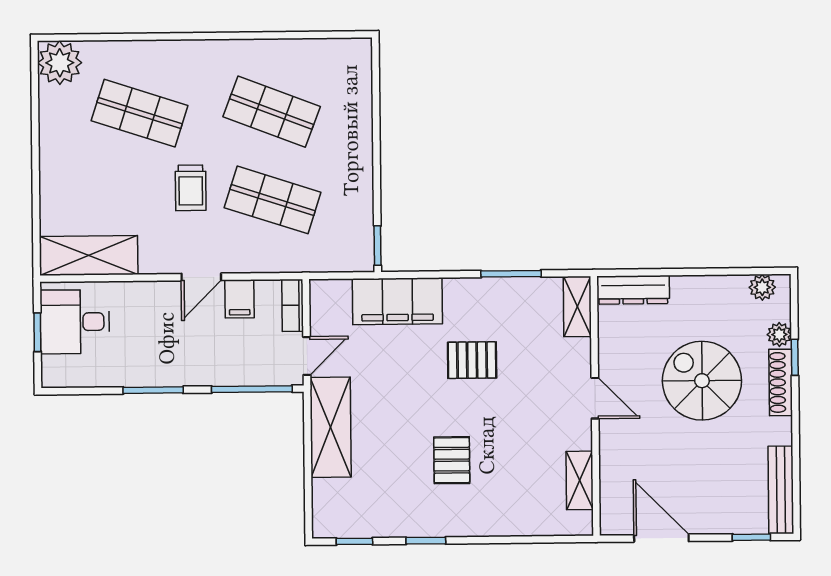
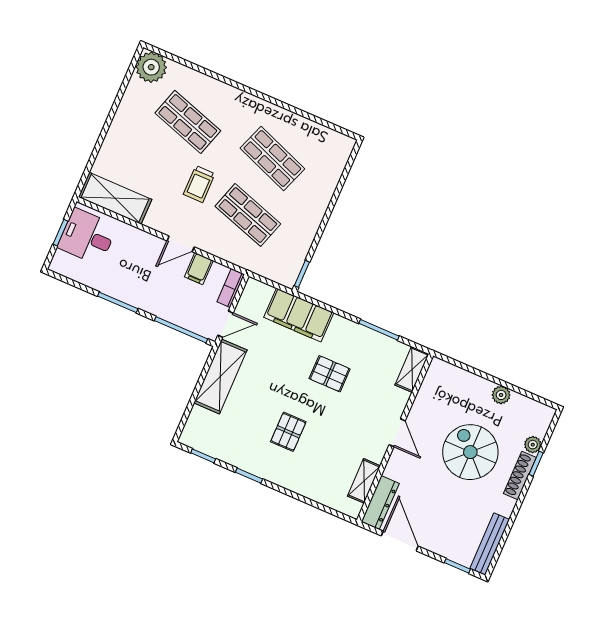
plant: (762, 287) -> (501, 395), moved
dresser: (633, 290) -> (380, 503), moved, turned -90

